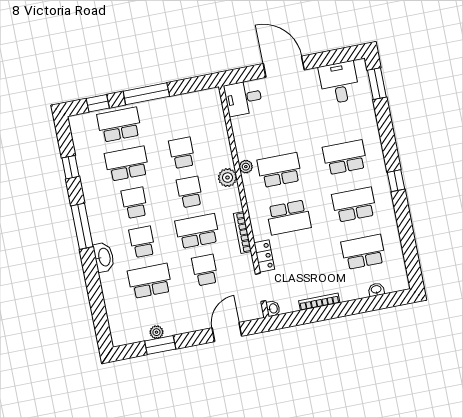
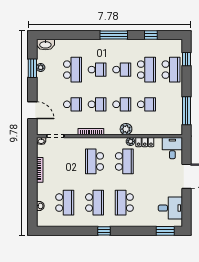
window: (146, 94) -> (187, 111), moved
school desk: (345, 157) -> (124, 203), turned 180
school desk: (197, 231) -> (97, 104), width x0.54
locker: (264, 256) -> (145, 142), moved
washbasin: (104, 257) -> (45, 45), moved

